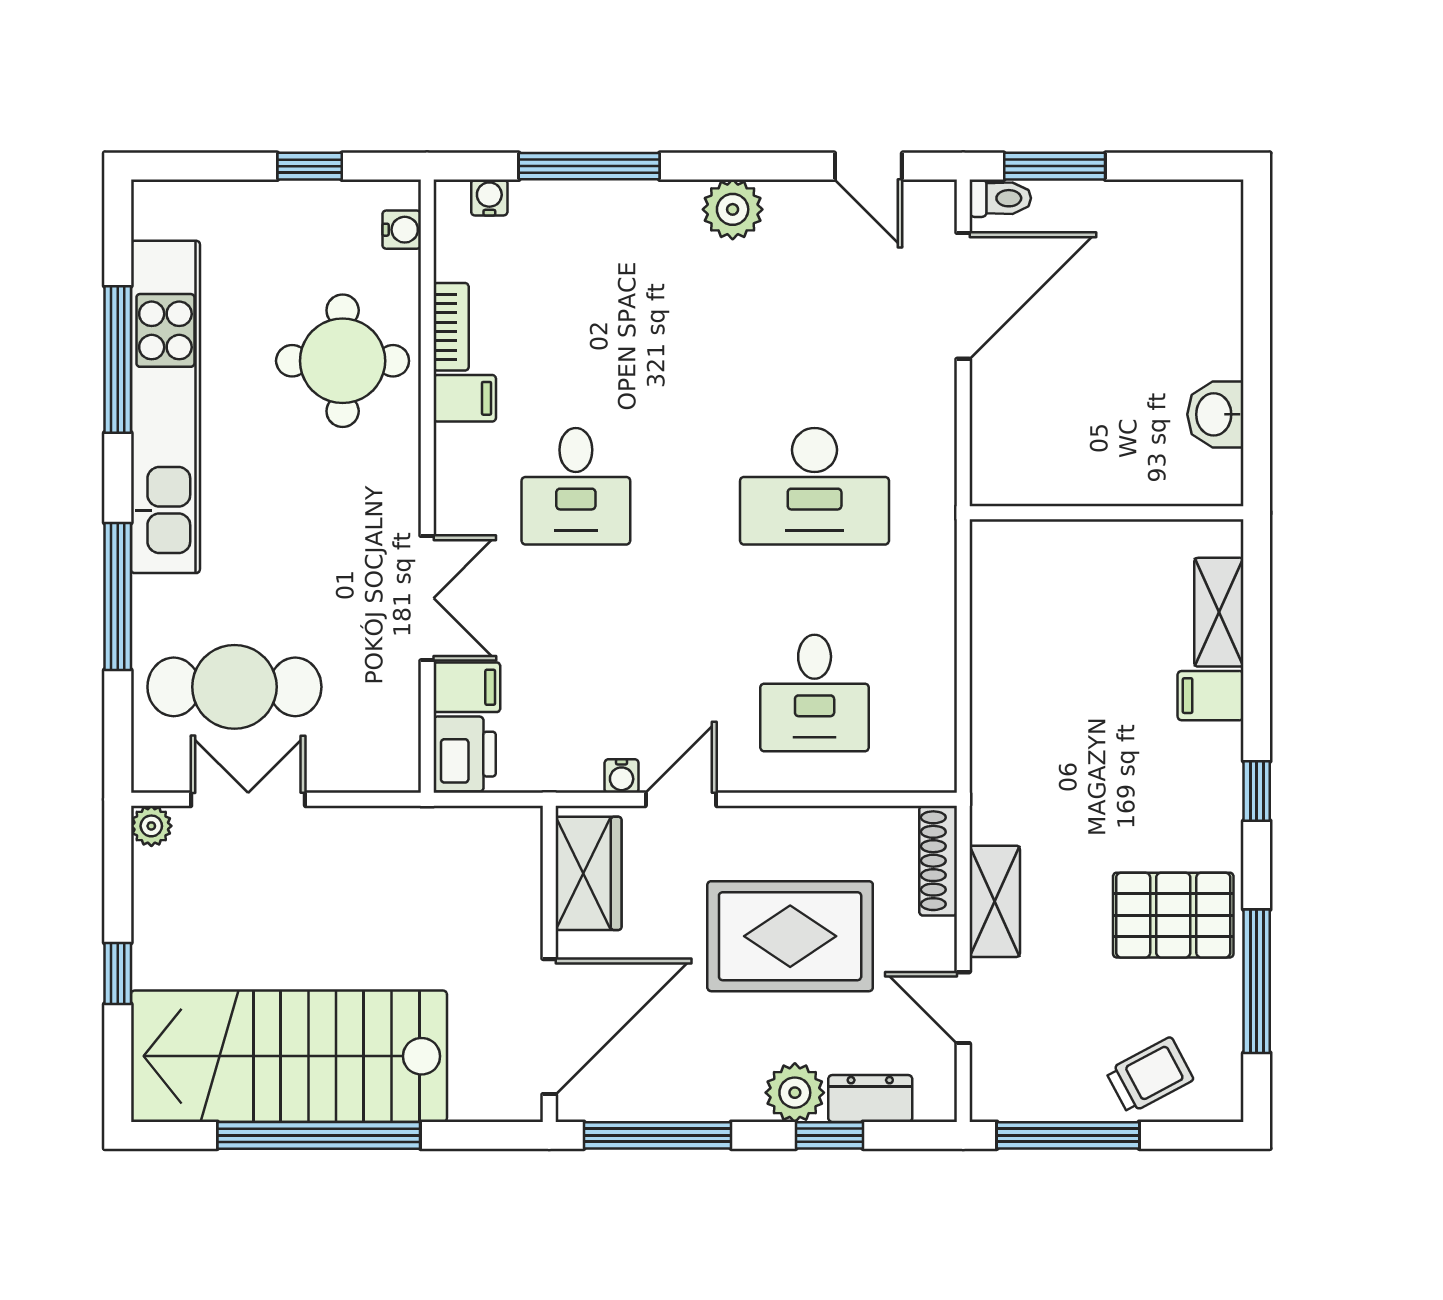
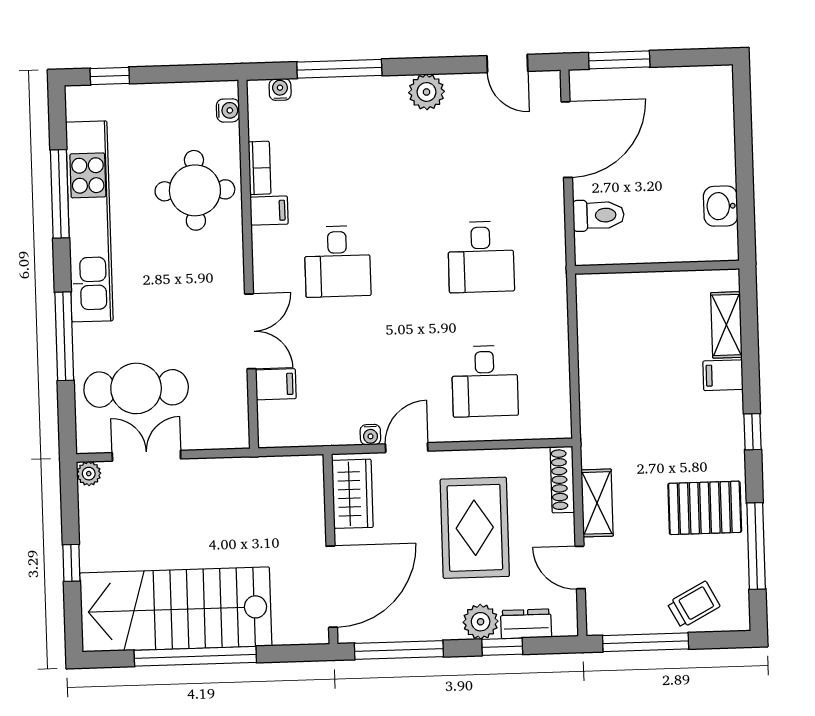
window: (310, 166) -> (110, 76), moved
toilet: (1000, 198) -> (598, 215), moved, width x1.37, depth x1.39
desk: (815, 486) -> (481, 257), width x0.73
printer: (465, 754) -> (276, 424), removed
rug: (790, 936) -> (475, 528), turned 90

